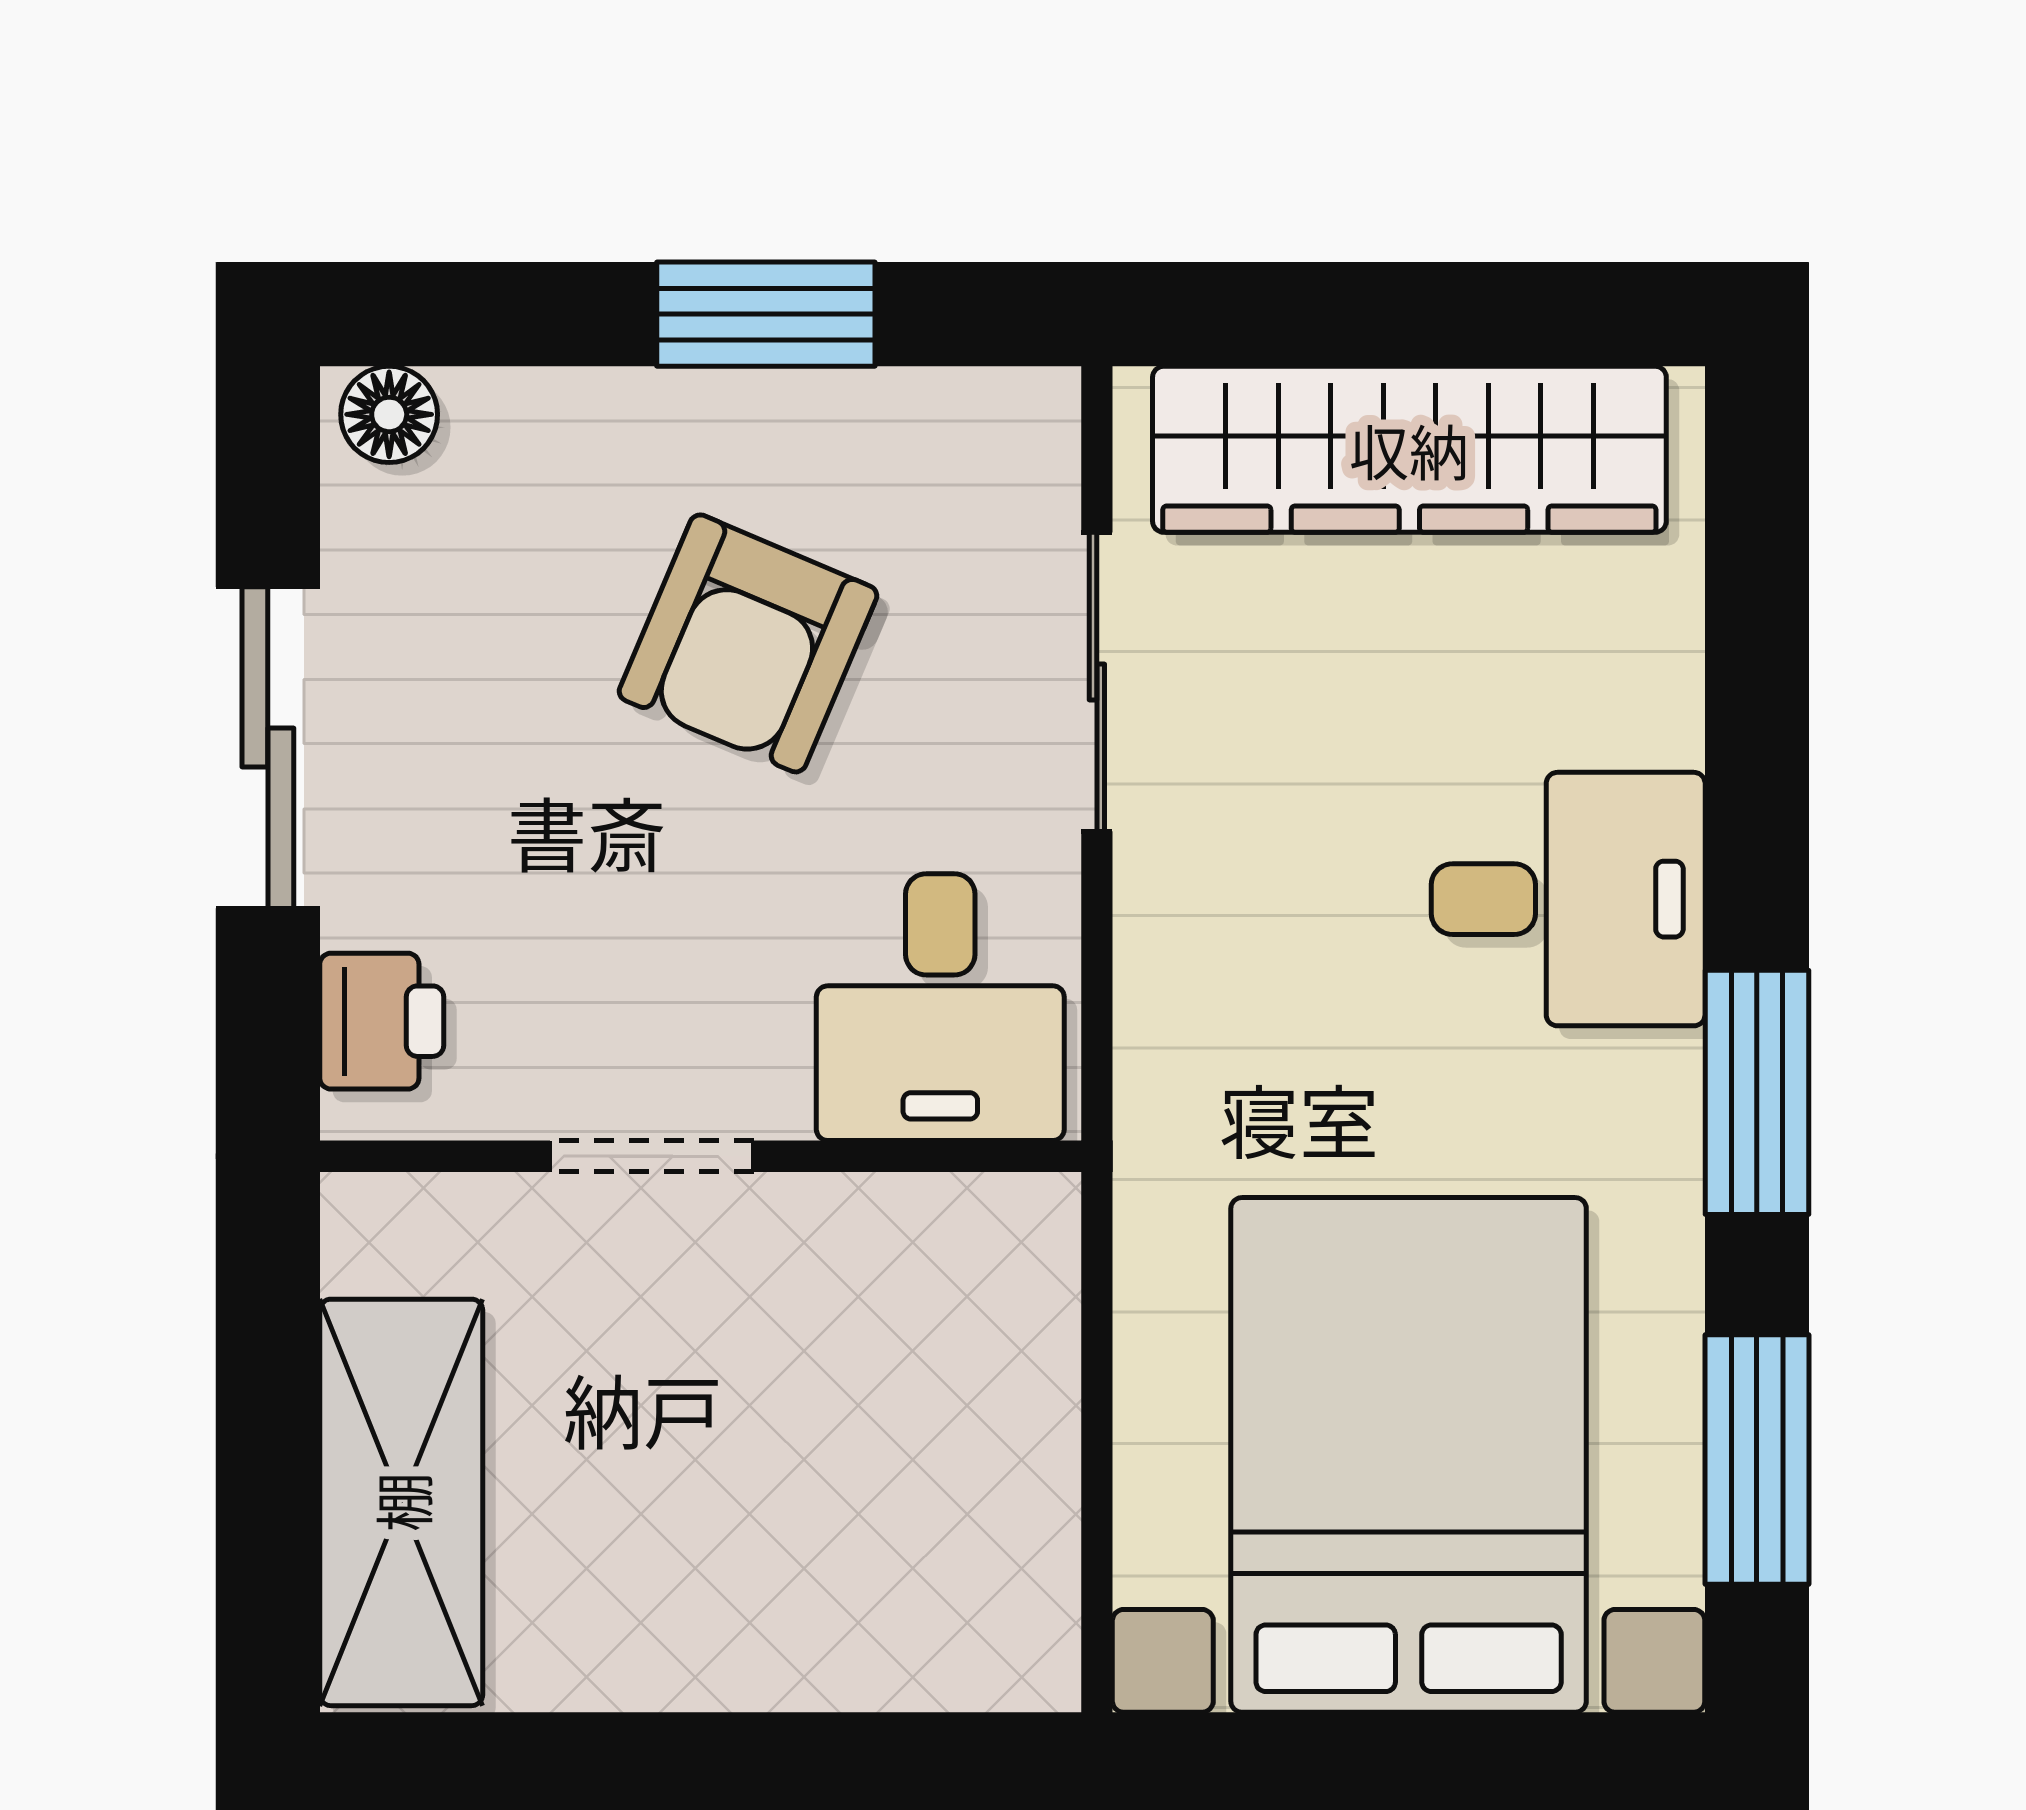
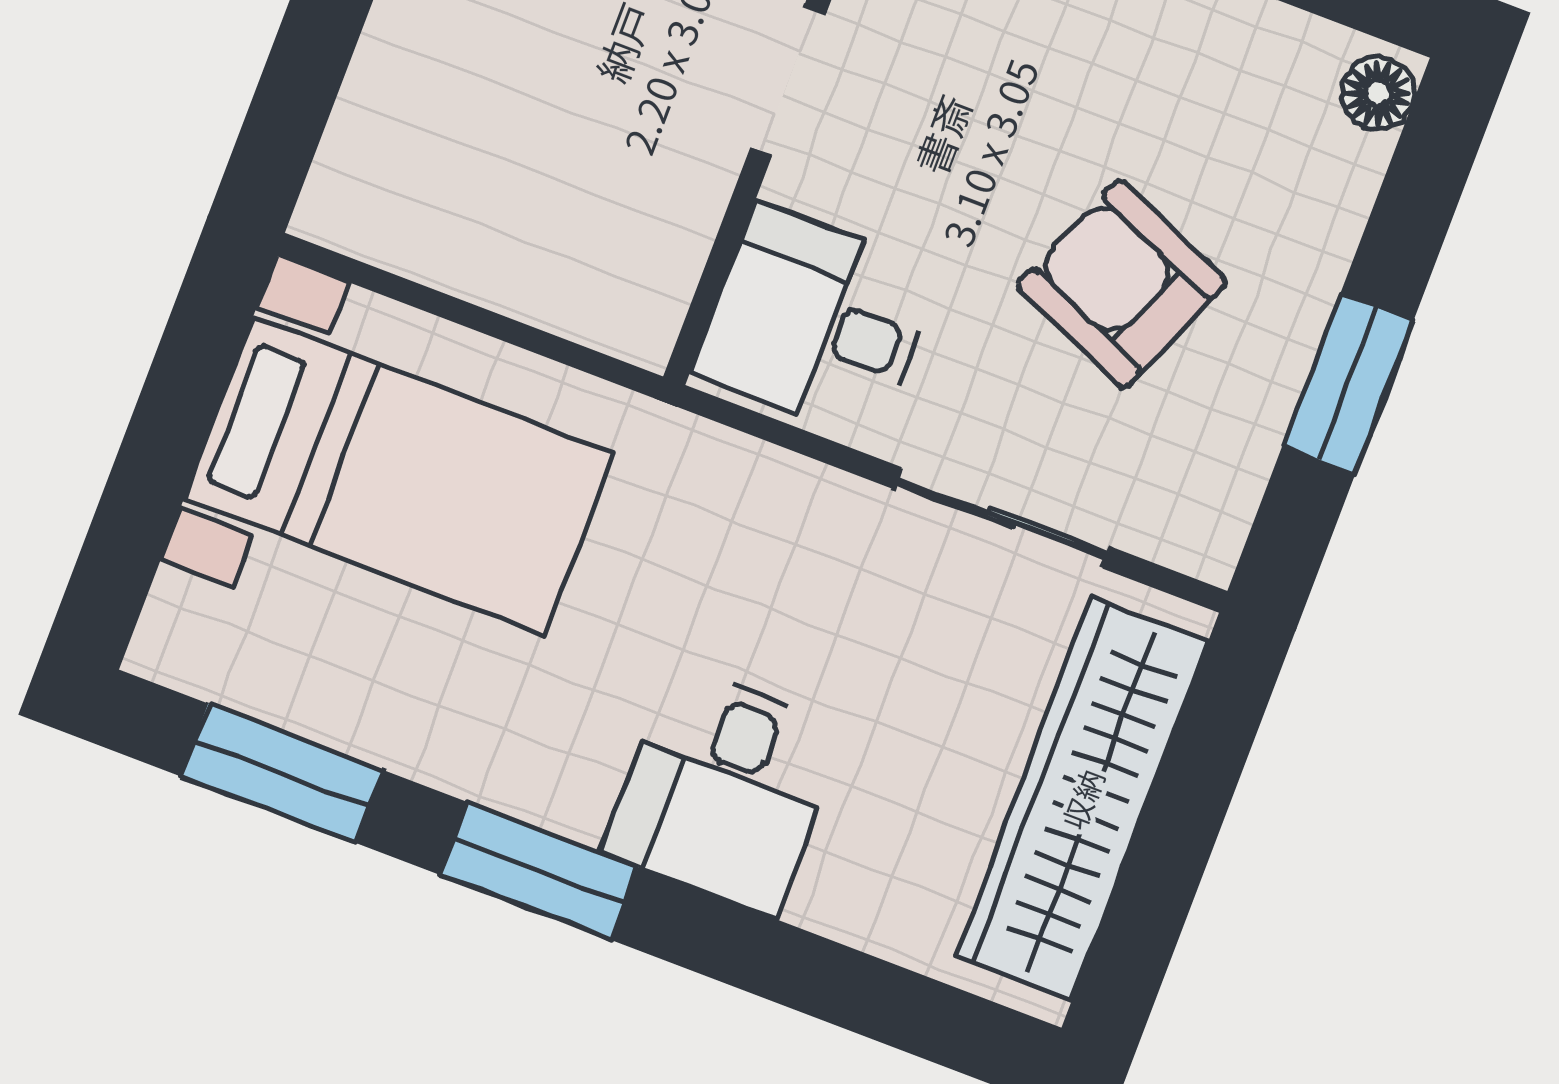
bed with nightstands: (1409, 1455) -> (399, 476), width x0.73

